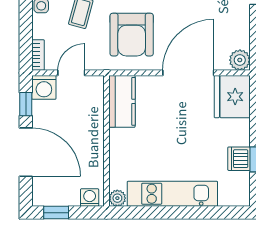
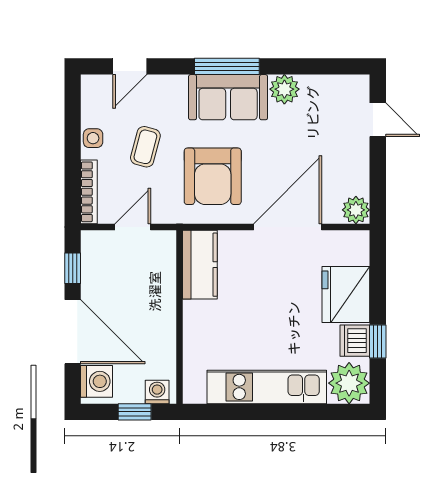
bookcase: (38, 55) -> (89, 192), width x1.56
washing machine: (44, 87) -> (97, 381), moved, turned -90
fridge: (232, 97) -> (346, 294), moved
plant: (117, 198) -> (349, 383), moved, width x1.88, depth x1.88
window: (56, 213) -> (135, 412), moved

